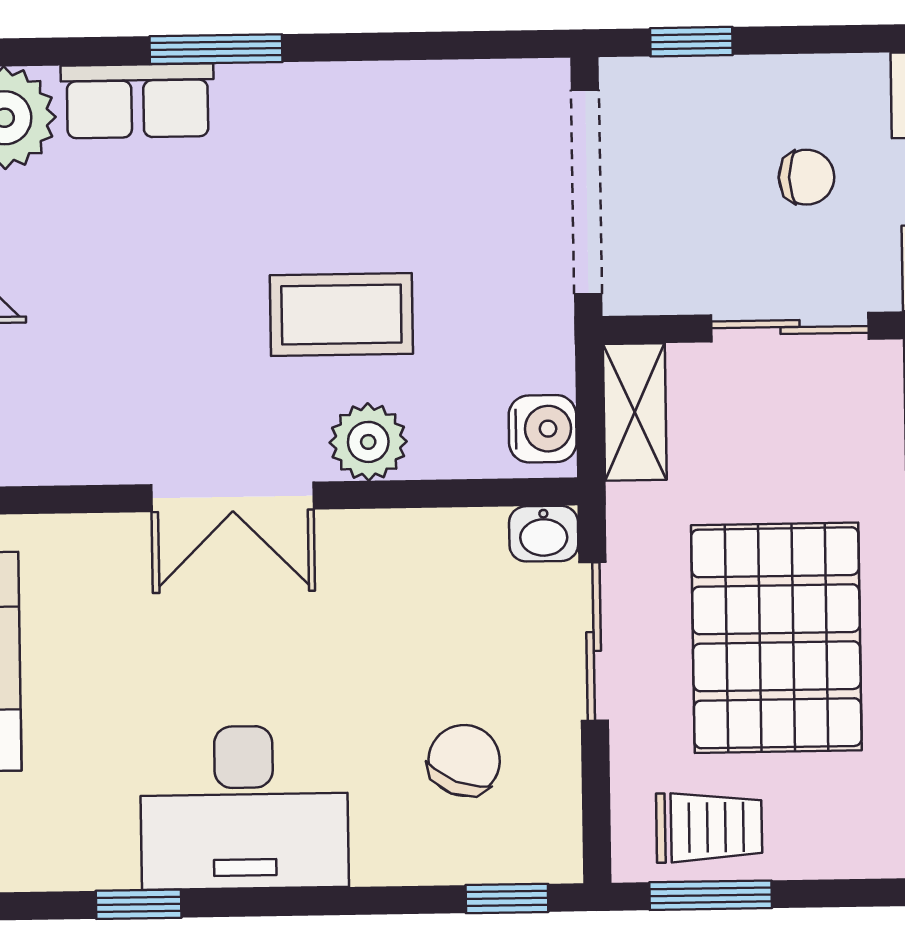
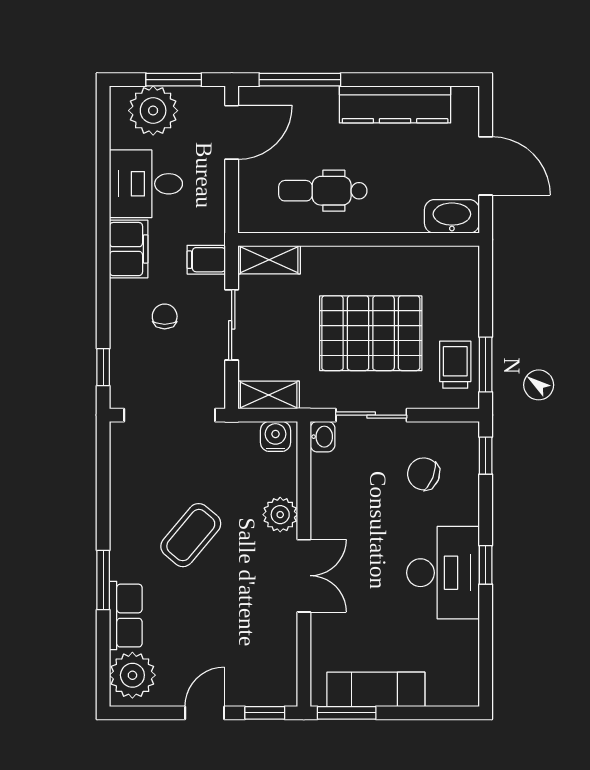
coffee table: (341, 314) -> (191, 535), moved, turned 40
window: (139, 904) -> (486, 565), moved

